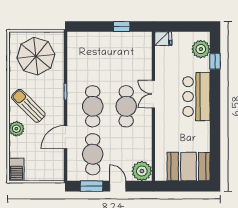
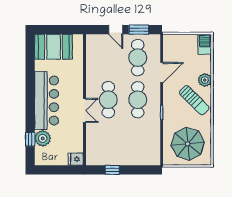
plant: (201, 49) -> (43, 138), moved
bar counter: (196, 97) -> (47, 101), width x1.36
plant: (142, 171) -> (95, 43), removed

